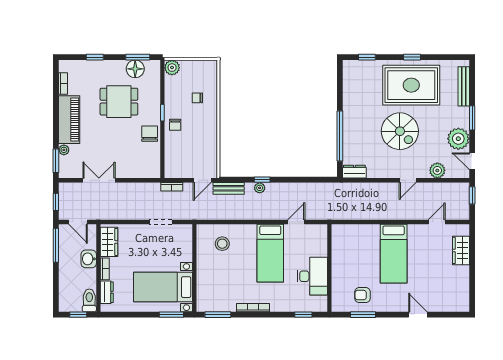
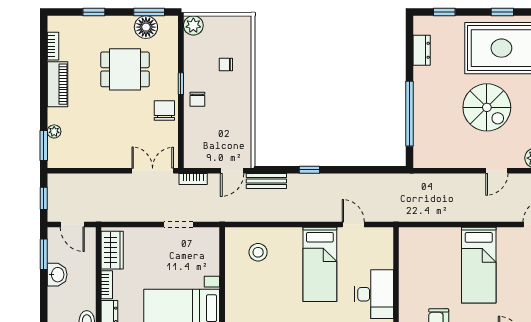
piano: (69, 120) -> (57, 84), width x0.73, depth x0.75
dresser: (354, 172) -> (422, 50), moved, turned 90
double door: (99, 180) -> (153, 171), moved
plant: (260, 188) -> (306, 180), removed
door: (296, 222) -> (353, 224), hinge flipped
window: (56, 245) -> (44, 254), width x0.69
washbasin: (89, 259) -> (57, 275), moved, turned 180

